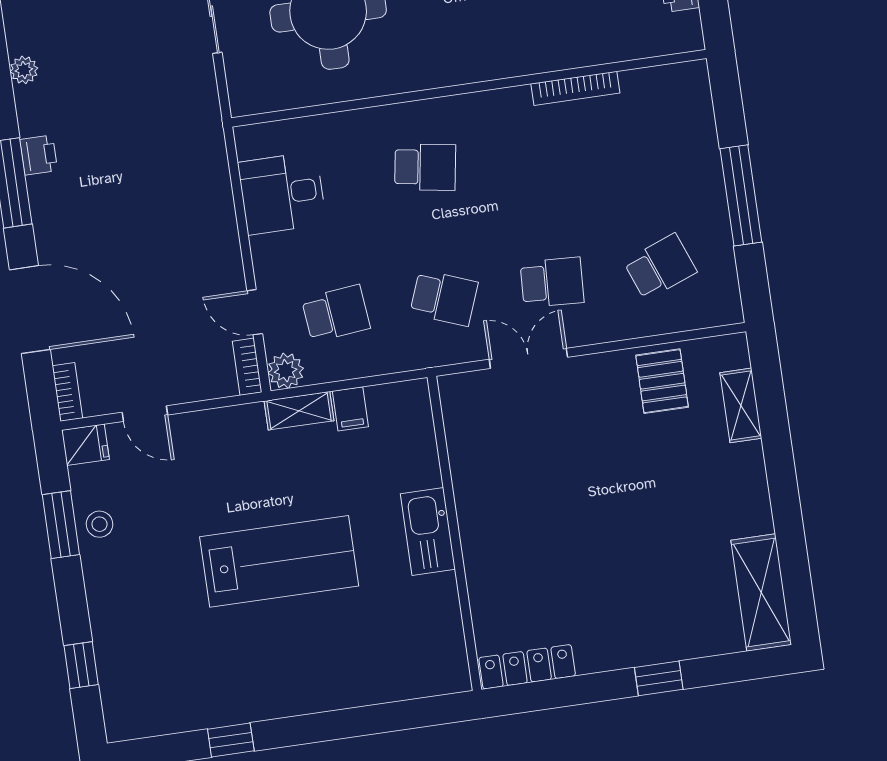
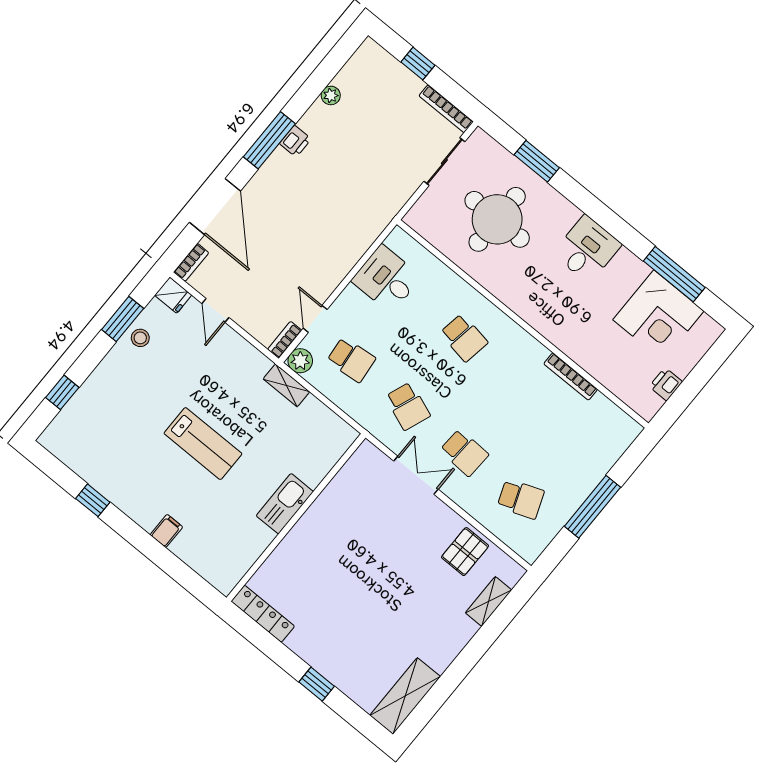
filing cabinet: (350, 409) -> (166, 531), moved, turned 180
lab bench: (279, 561) -> (203, 444), width x0.73, depth x0.72

